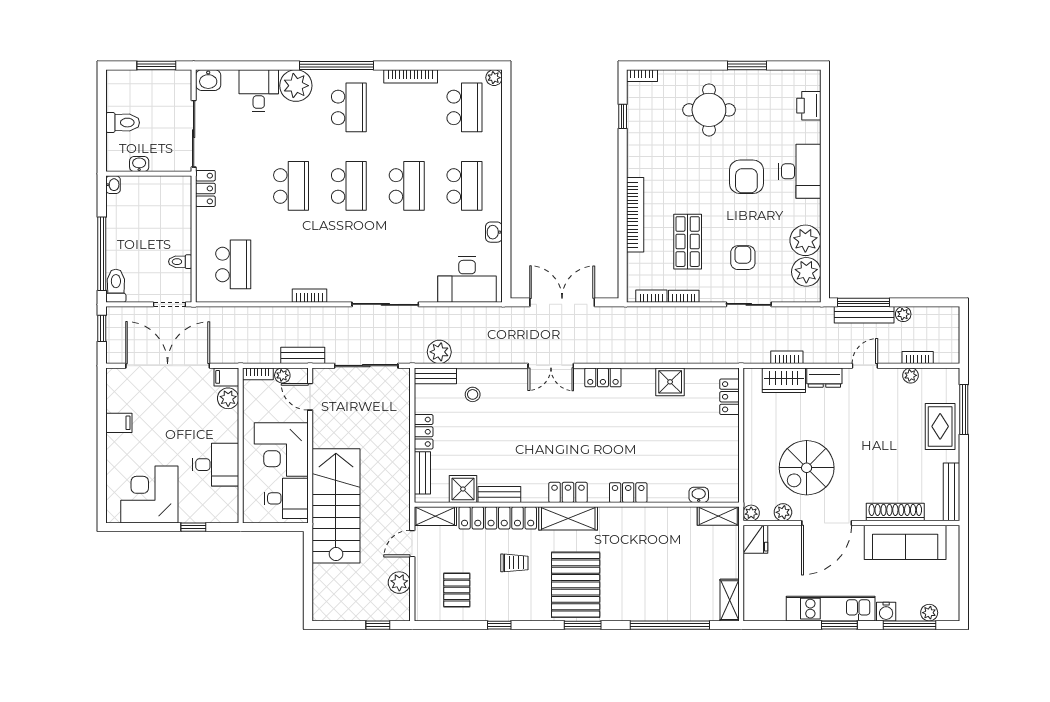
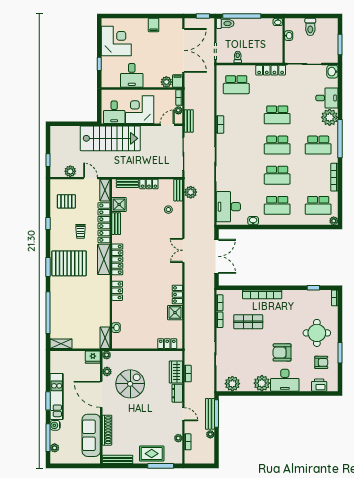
locker: (205, 188) -> (271, 70), width x1.53
plant: (805, 240) -> (262, 383), moved
armchair: (743, 258) -> (321, 362), moved
locker: (603, 377) -> (177, 294), moved
spiral stairs: (807, 468) -> (130, 384), turned 90
locker: (568, 492) -> (117, 259), width x1.53

